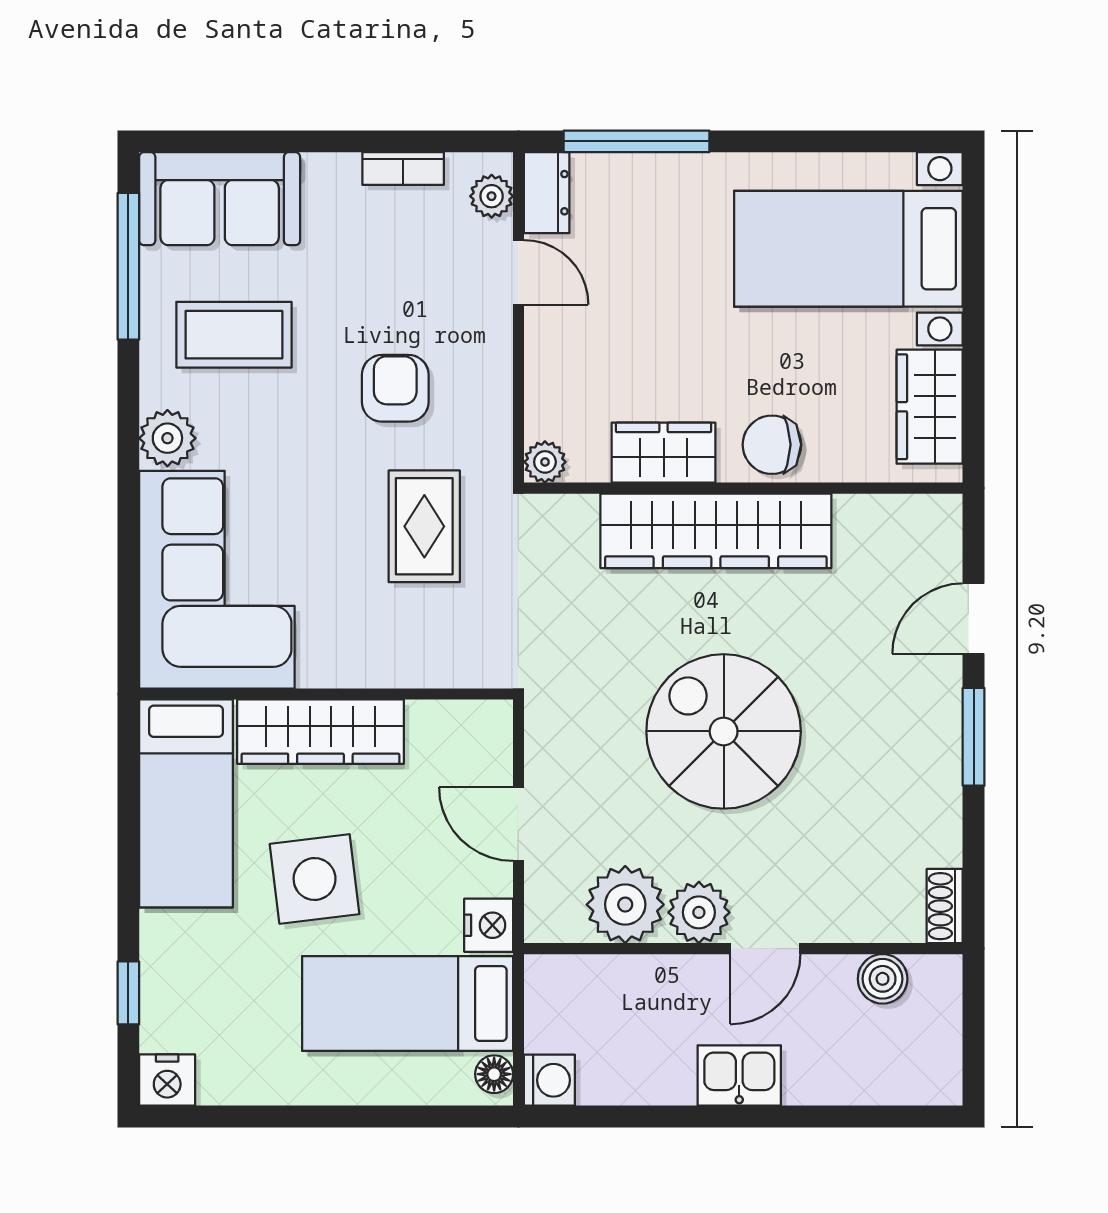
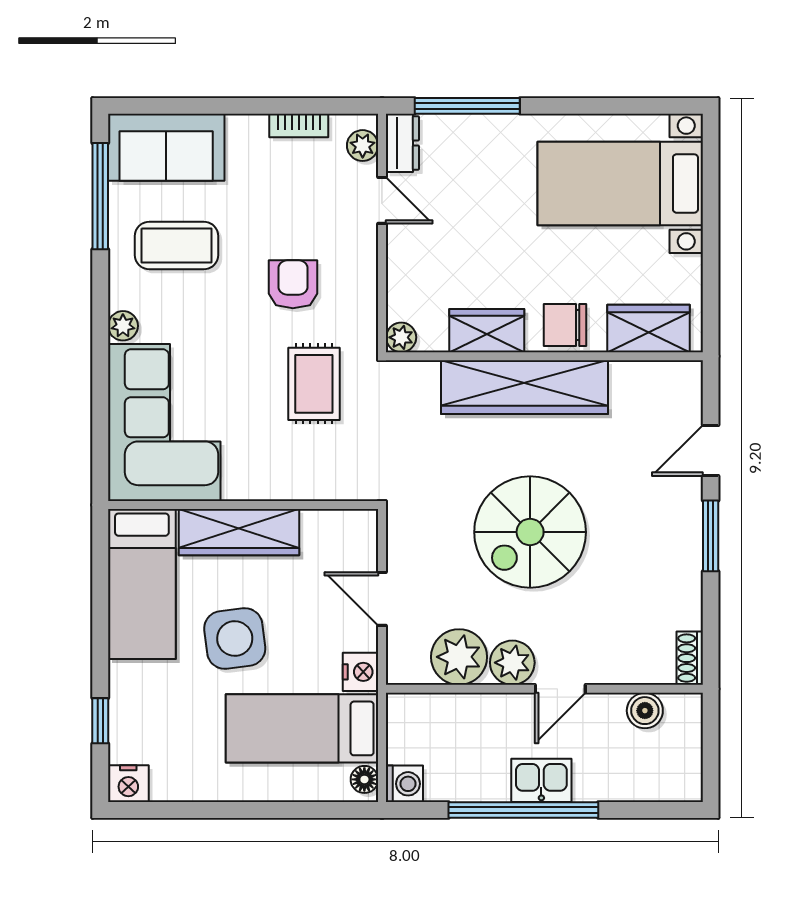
wardrobe: (930, 407) -> (649, 328), moved, turned 90
plant: (167, 438) -> (123, 326), width x0.73, depth x0.73
spiral stairs: (724, 731) -> (530, 532), turned -90
window: (714, 1117) -> (523, 810), added

